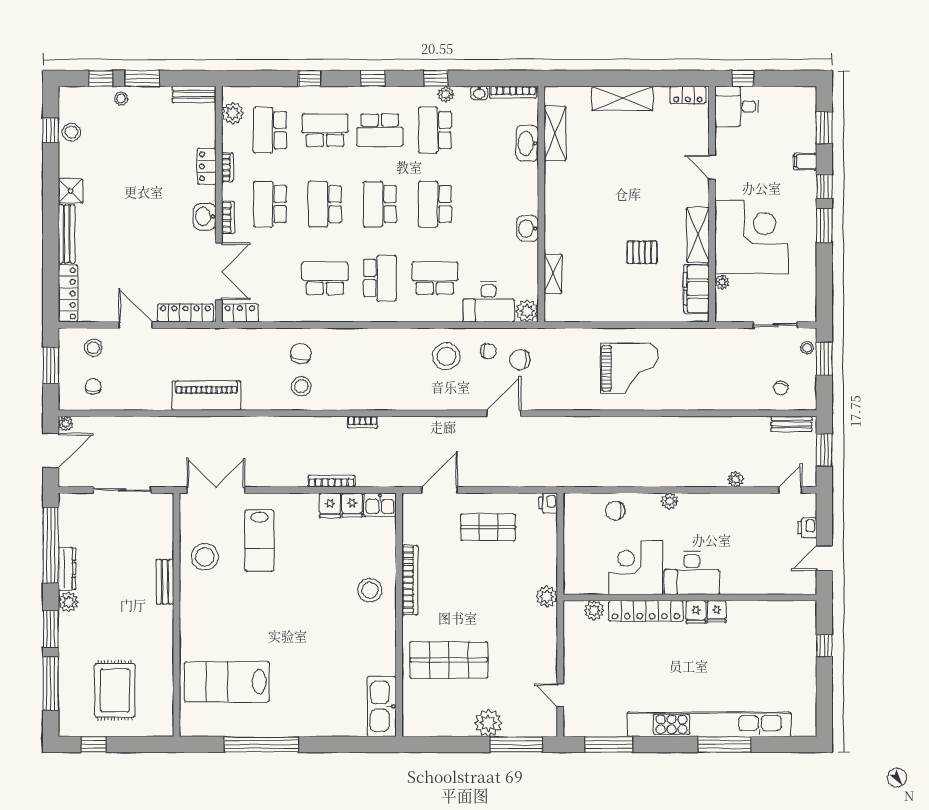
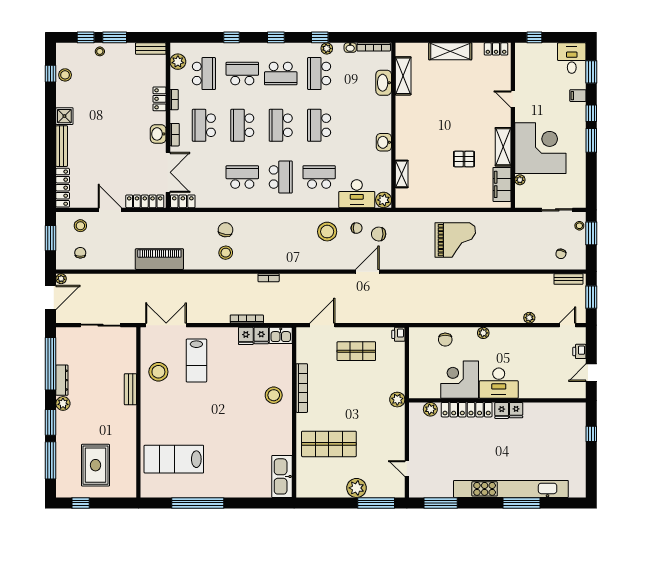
desk: (737, 106) -> (572, 58), moved, turned 90
school desk: (270, 130) -> (204, 74), turned 180
chair: (615, 511) -> (445, 340), turned -90

